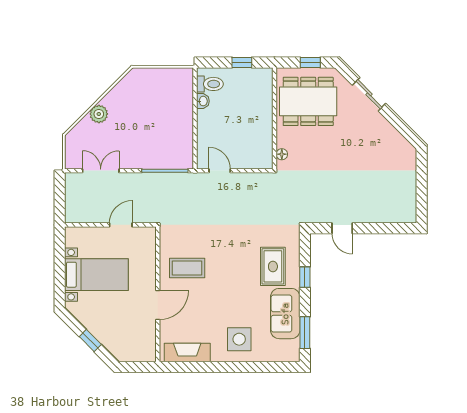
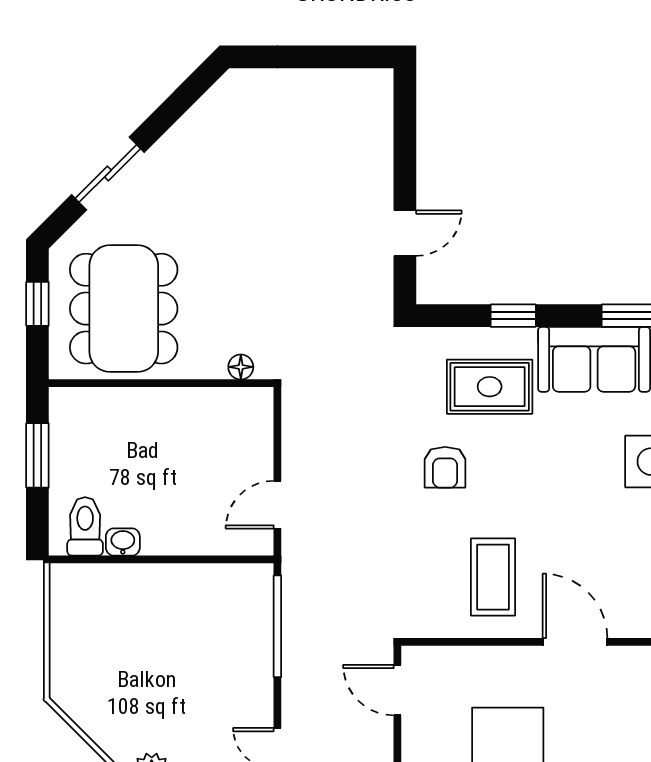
window: (242, 63) -> (37, 455), width x1.50
door: (121, 225) -> (397, 690), moved
armchair: (237, 246) -> (445, 467), added

